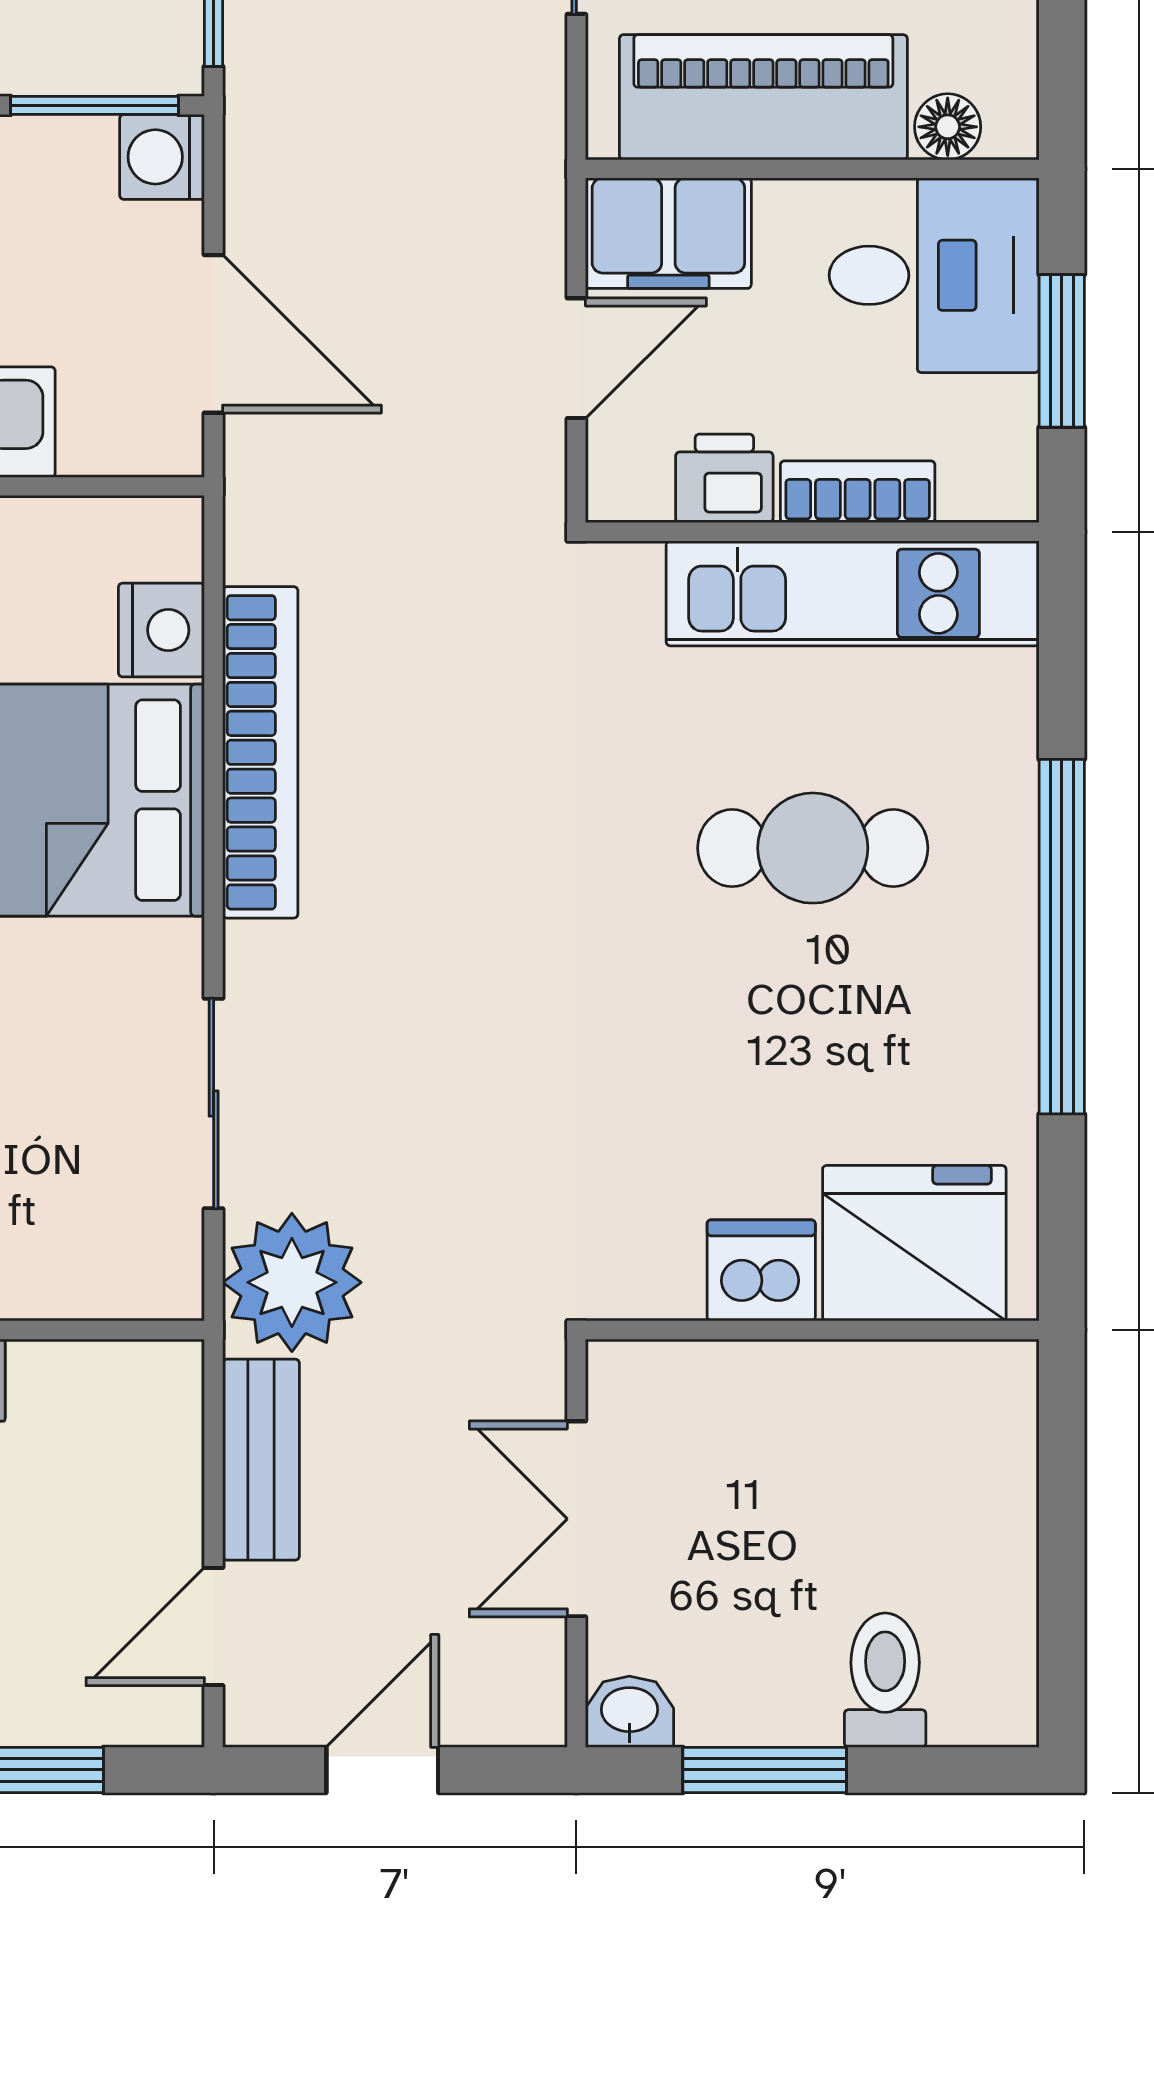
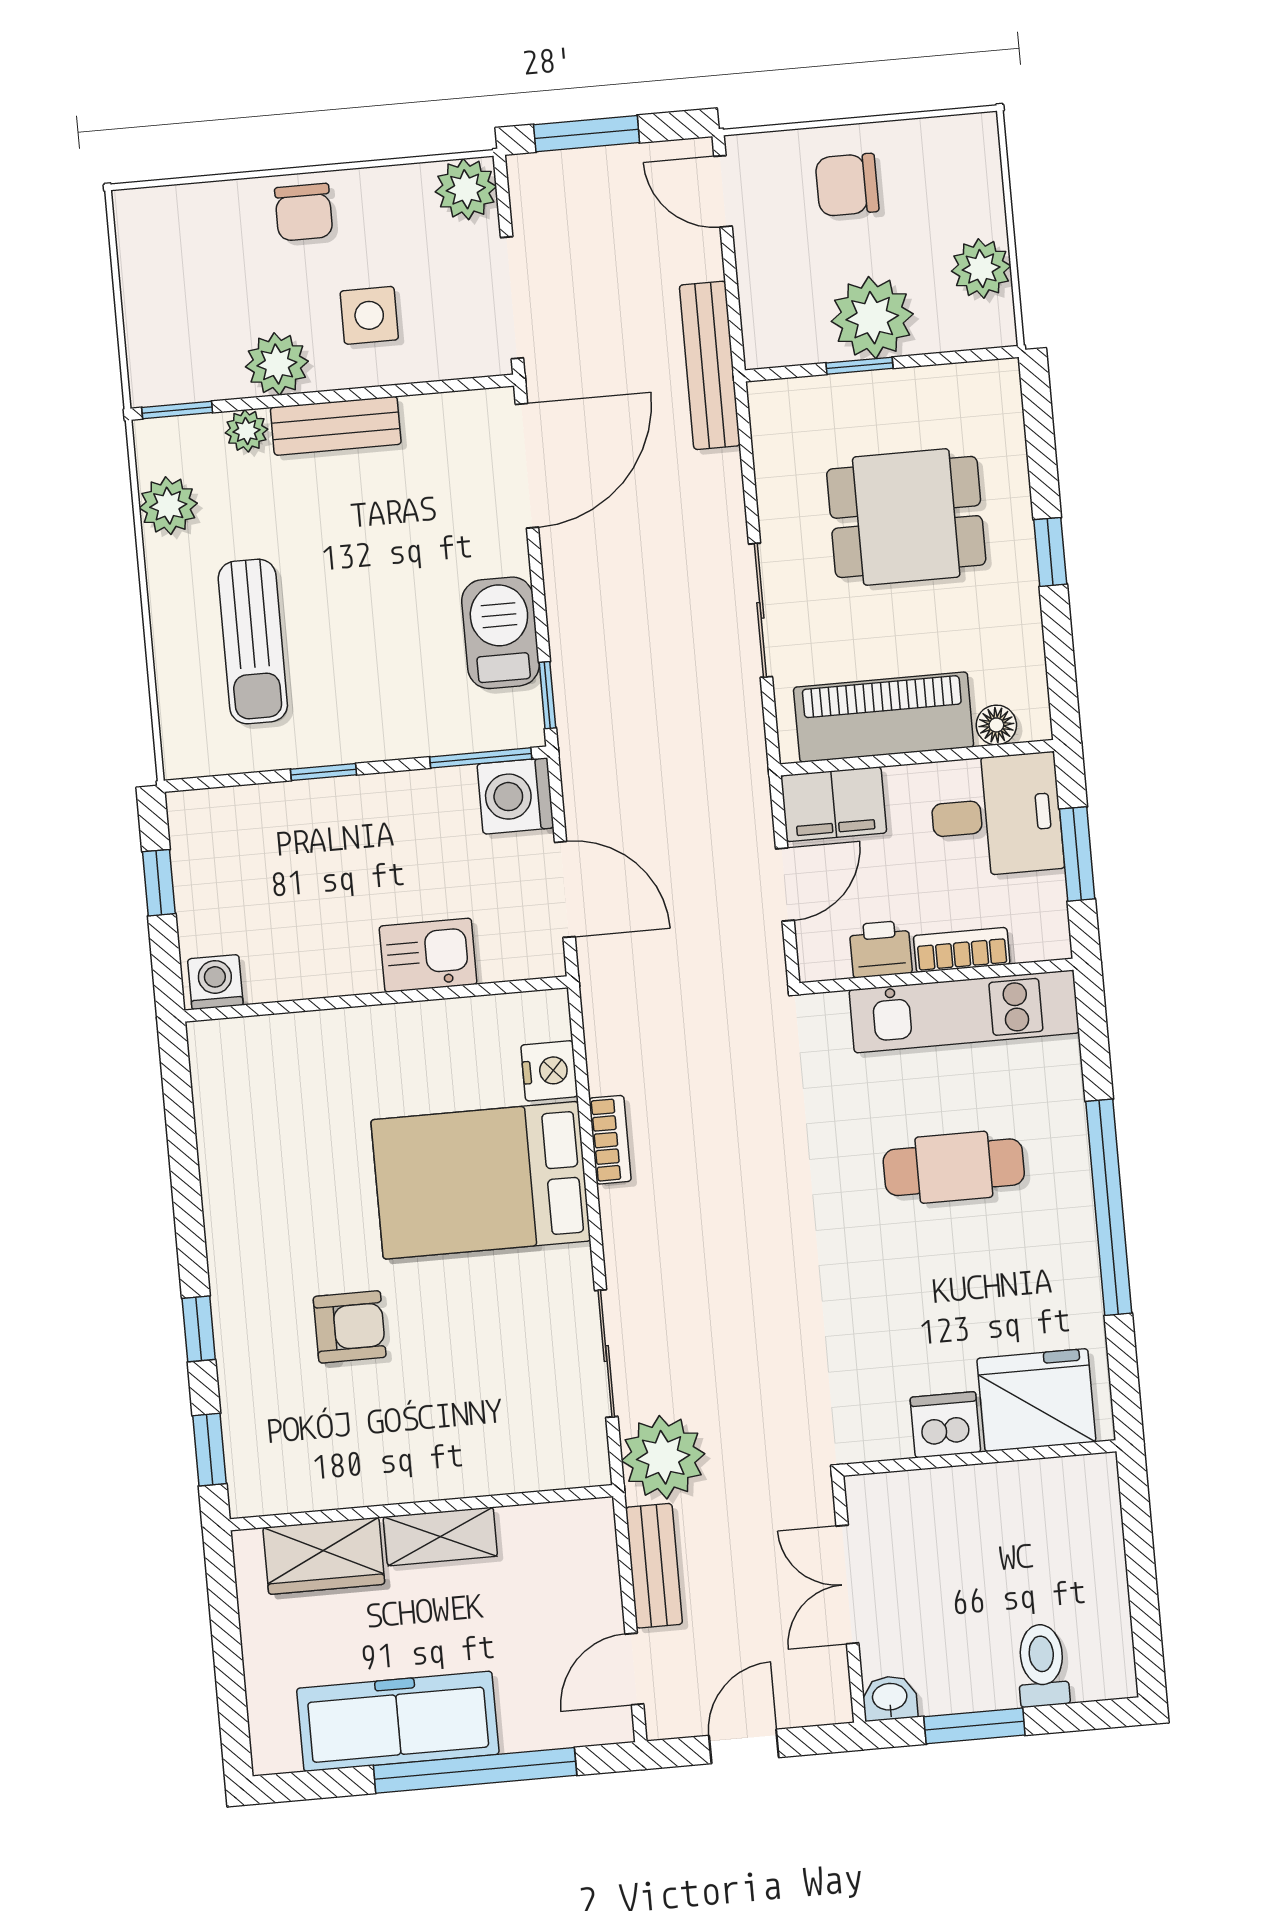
washing machine: (162, 157) -> (515, 796), width x1.38, depth x1.38
bookcase: (260, 752) -> (610, 1140), width x0.43, depth x0.76

